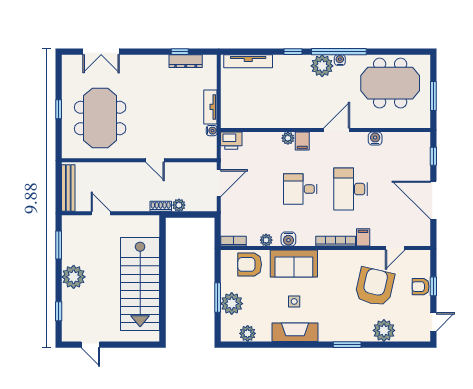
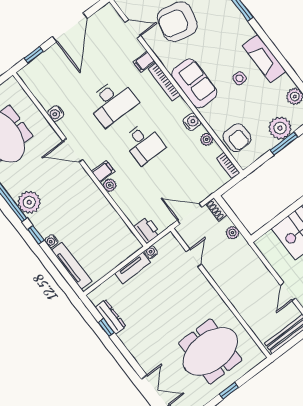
water cooler: (340, 60) -> (51, 241), moved
door: (155, 160) -> (194, 258), moved
shoe rack: (161, 206) -> (216, 209), moved
sofa: (294, 263) -> (194, 83), moved

